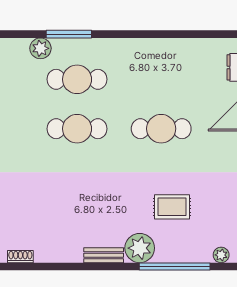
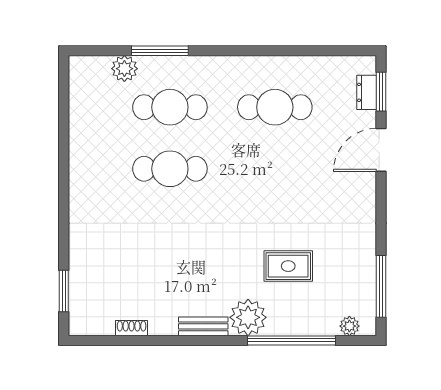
cafe table: (161, 129) -> (275, 107), moved
shoe rack: (20, 257) -> (132, 328), moved

